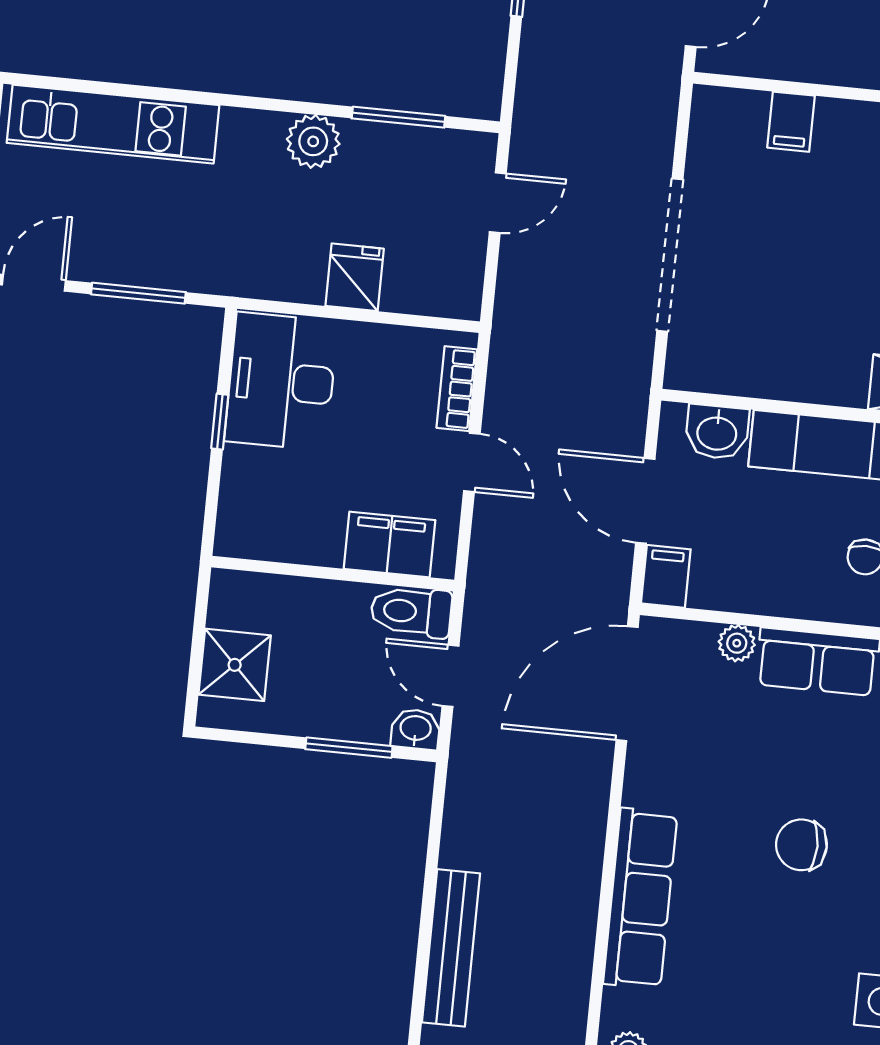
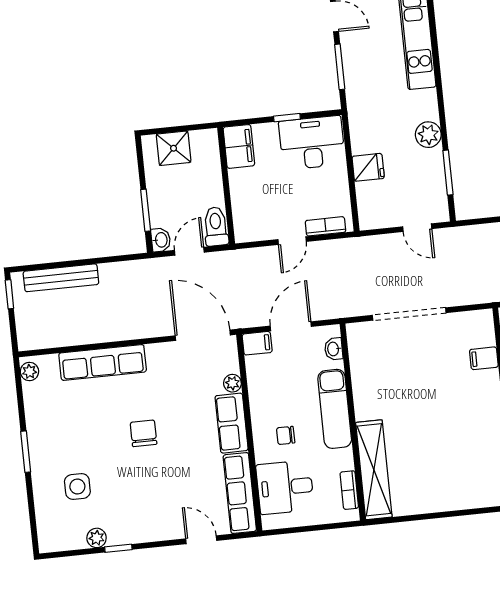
washbasin: (717, 432) -> (334, 349), width x0.72, depth x0.69
filing cabinet: (390, 544) -> (239, 146), moved

